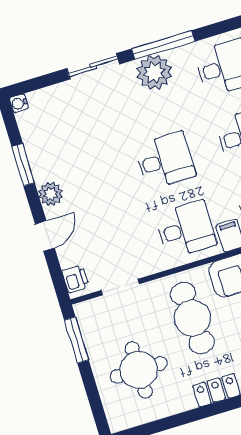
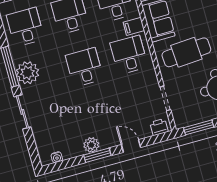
water cooler: (19, 103) -> (57, 157), moved
window: (23, 165) -> (97, 155), moved
plant: (51, 194) -> (91, 145), moved

